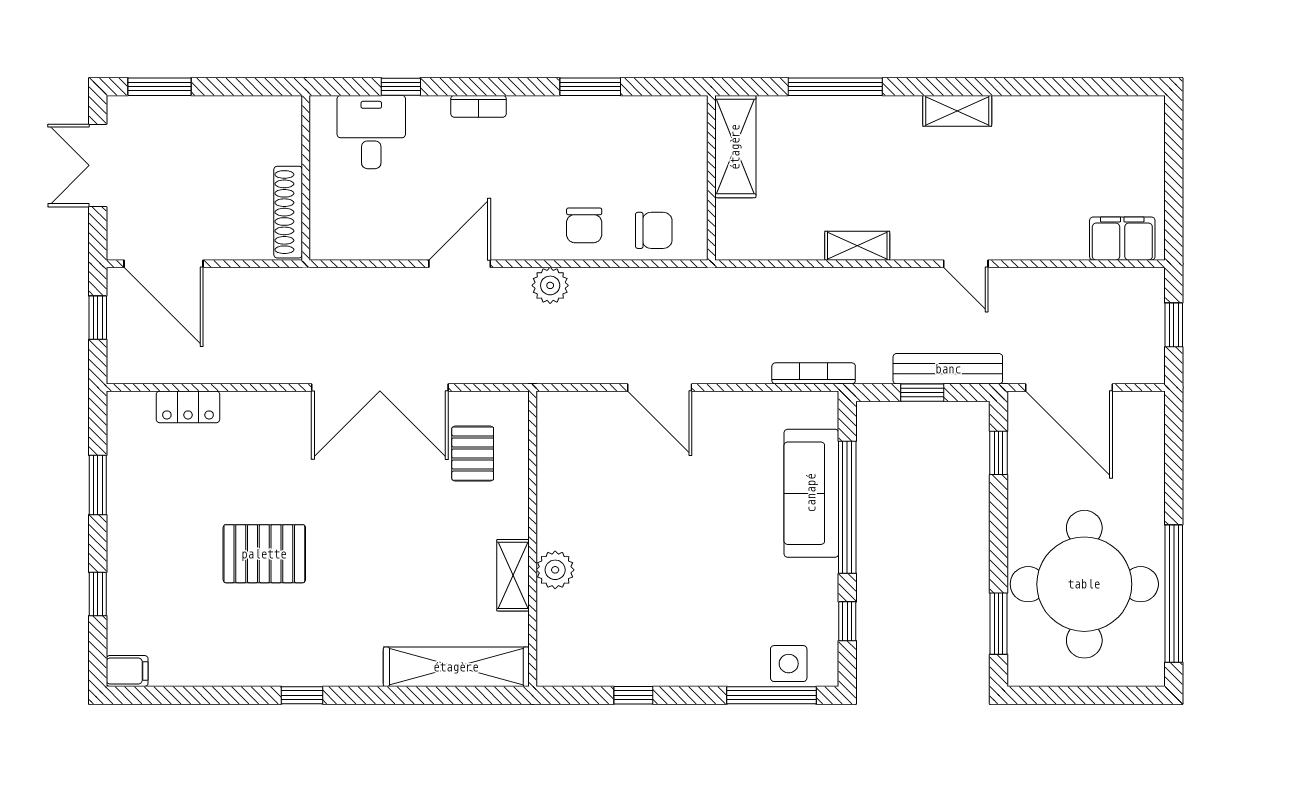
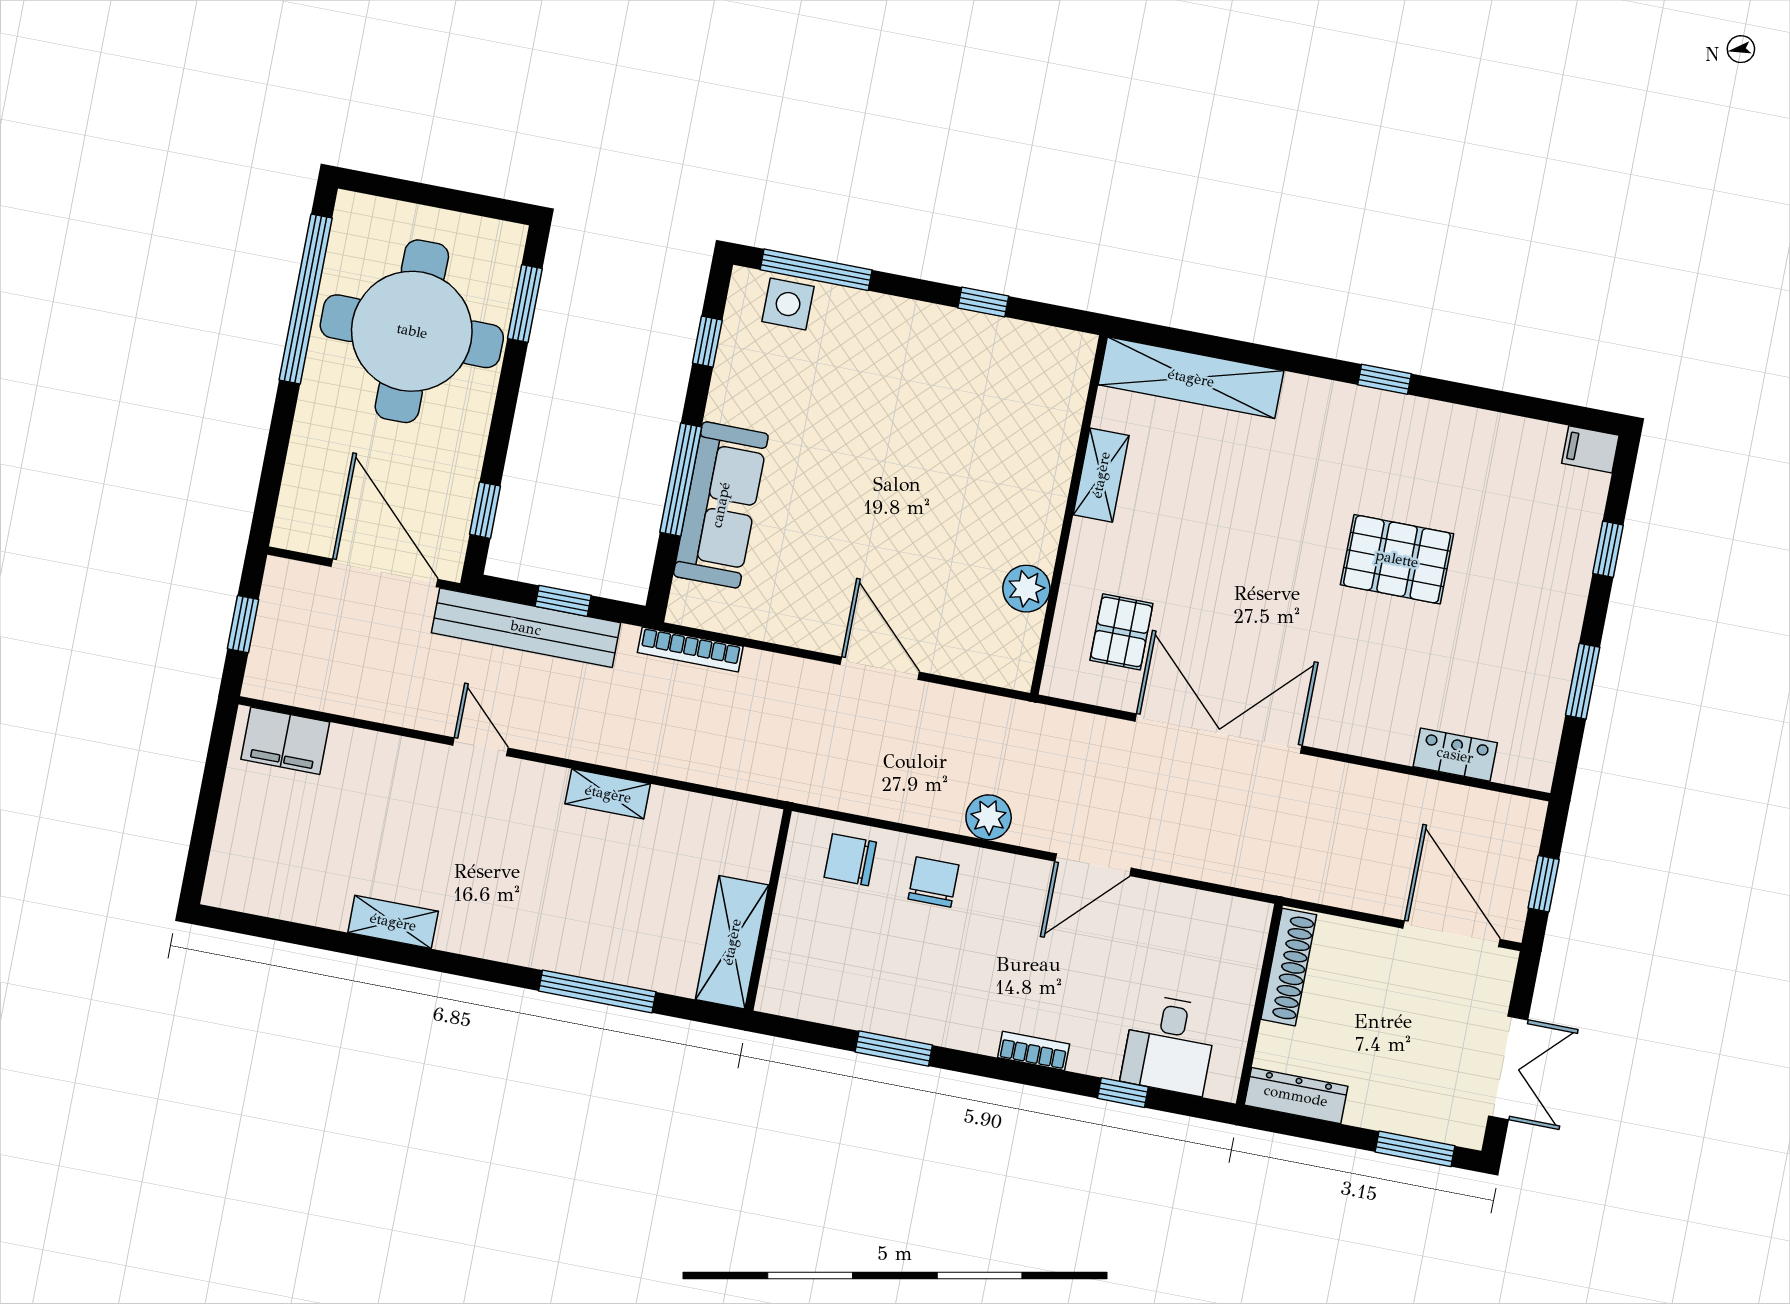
dresser: (262, 111) -> (1296, 1096), added
shelving: (957, 111) -> (393, 922), moved
bench: (948, 369) -> (526, 628), width x1.37, depth x1.21
window: (847, 507) -> (681, 480), width x0.68
plant: (555, 570) -> (1026, 589), moved

